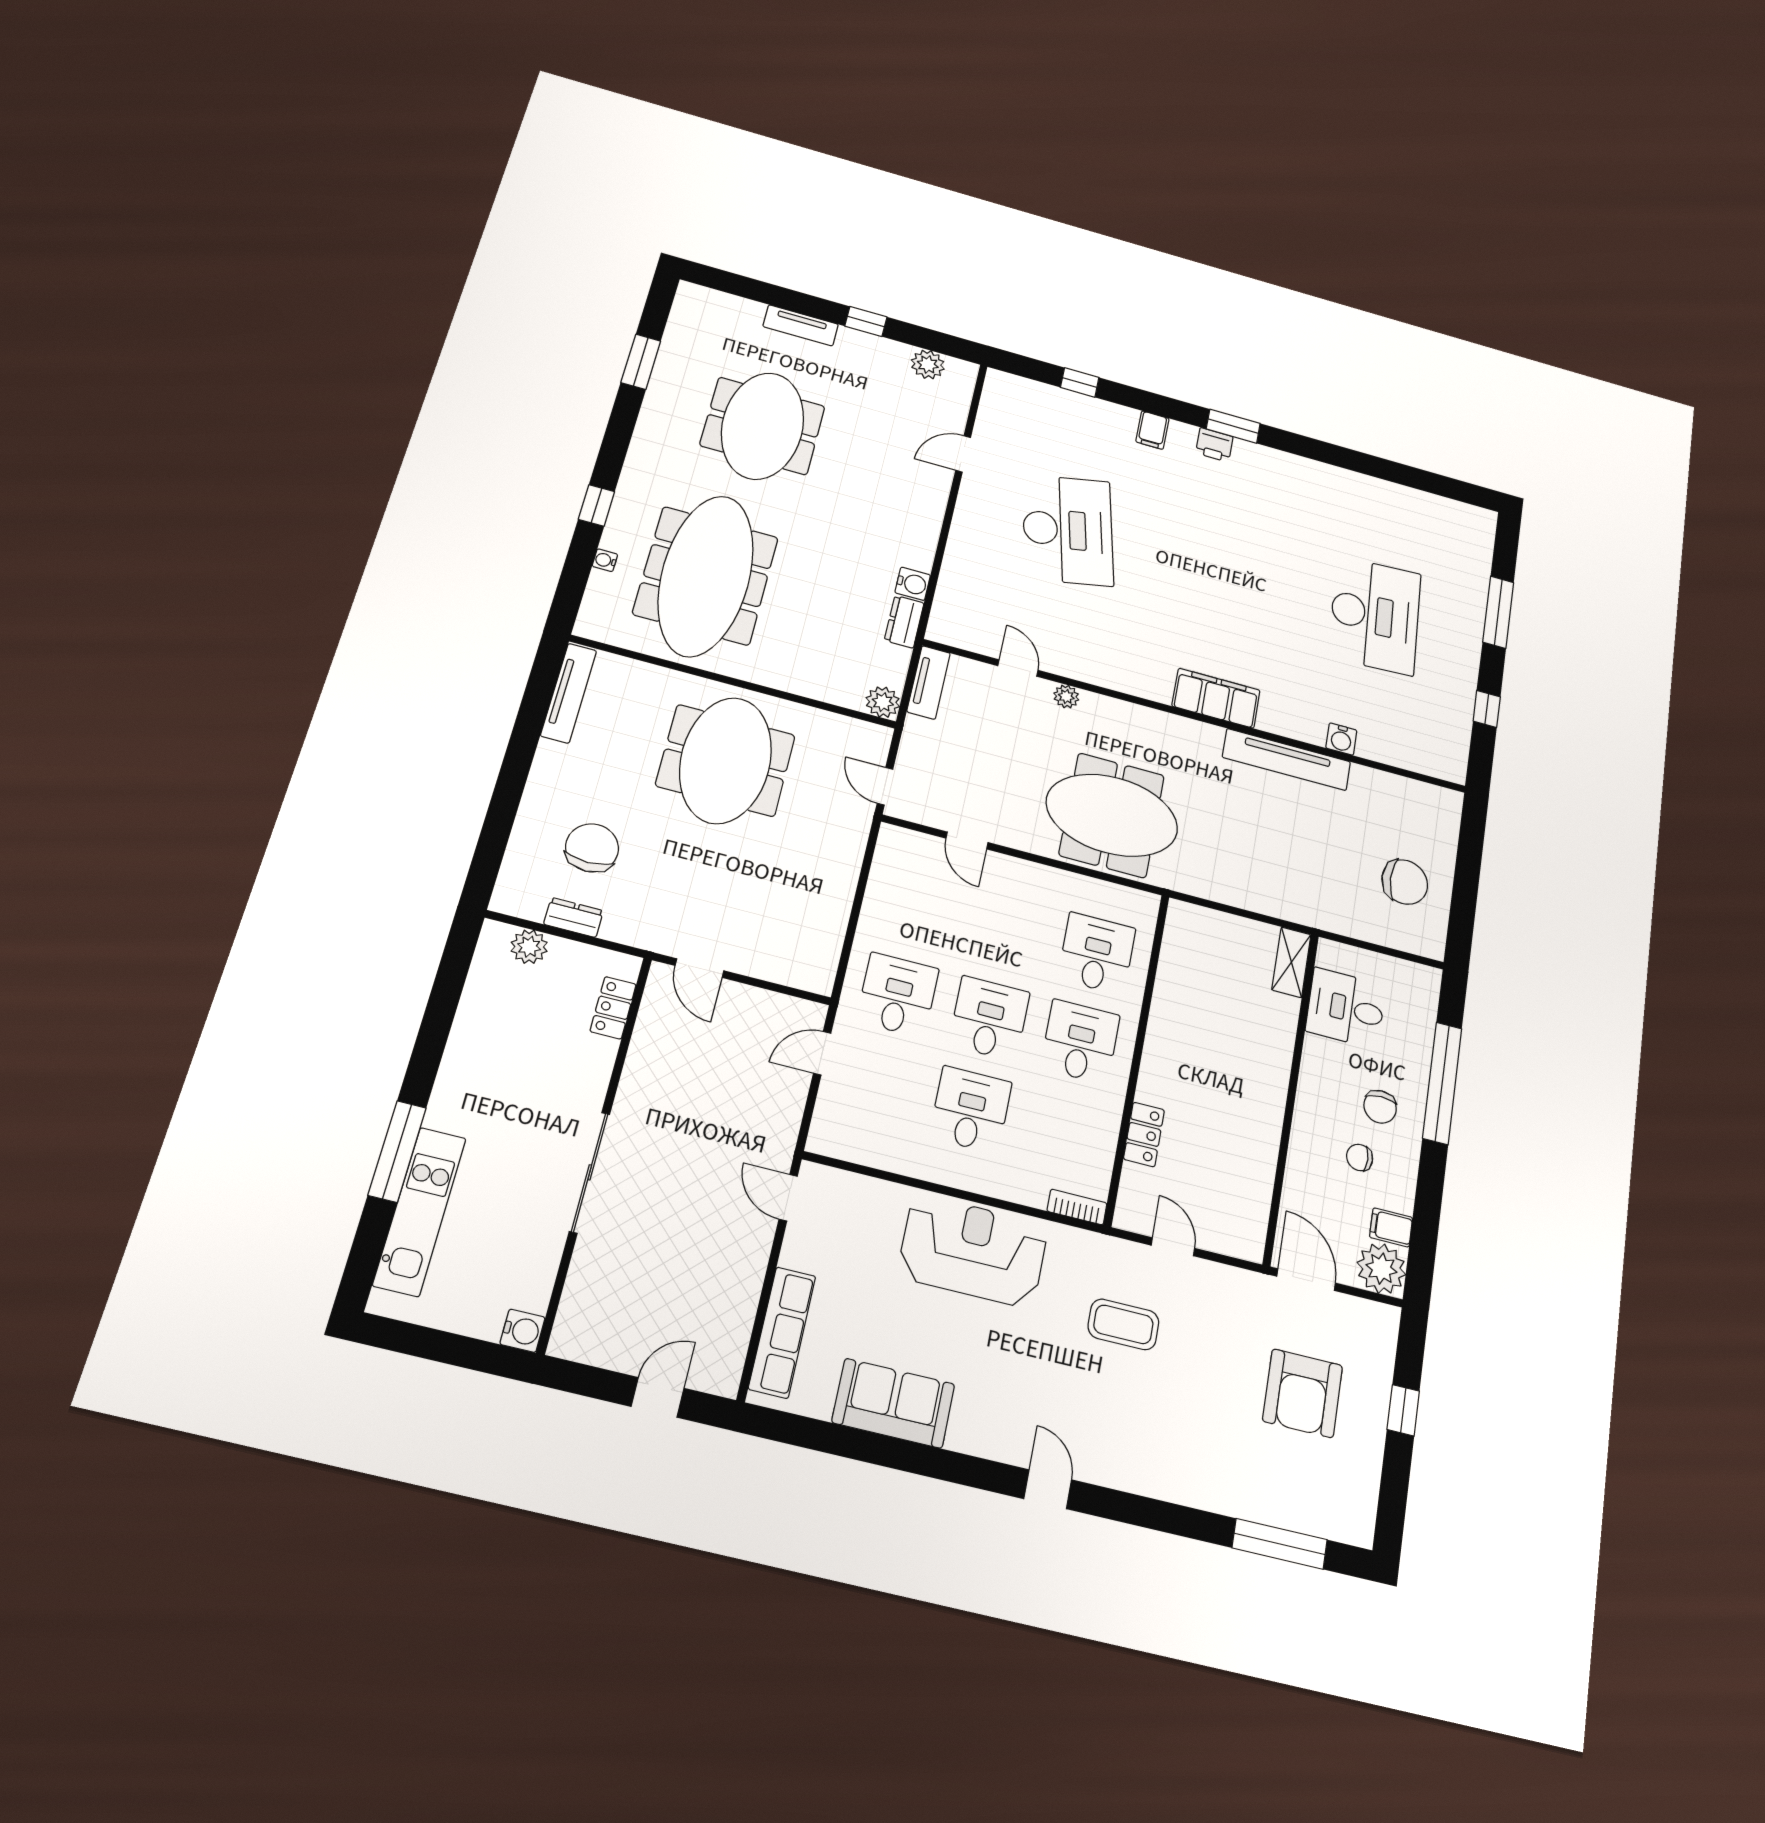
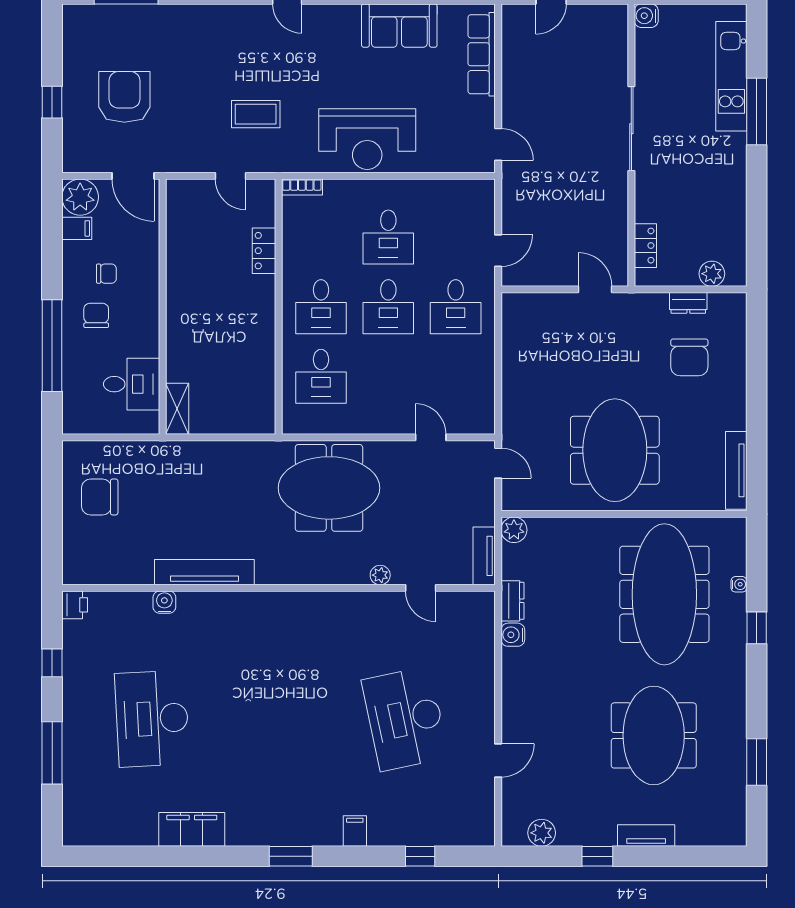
printer: (1214, 445) -> (75, 605), moved, turned 90
filing cabinet: (1216, 698) -> (192, 829), moved, turned 180

